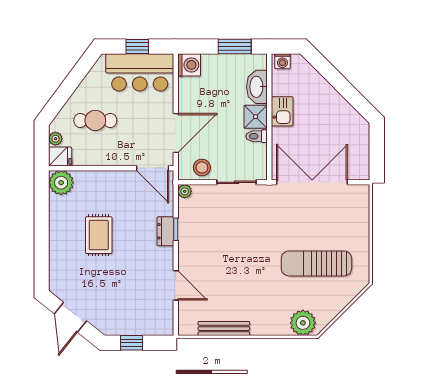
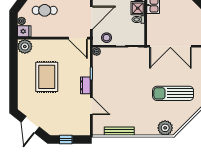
double door: (312, 182) -> (170, 46), swing flipped
dresser: (165, 231) -> (85, 85), moved
rug: (99, 235) -> (47, 77), width x1.36, depth x1.43

